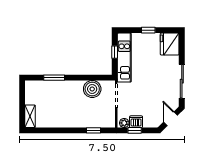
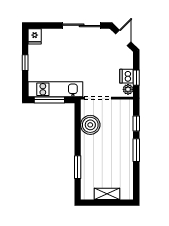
fridge: (170, 44) -> (35, 36), width x0.53, depth x0.75
window: (115, 52) -> (49, 100), width x2.17
shelving: (30, 116) -> (107, 194), moved
door: (171, 119) -> (123, 38), swing flipped
window: (70, 130) -> (136, 150), added

